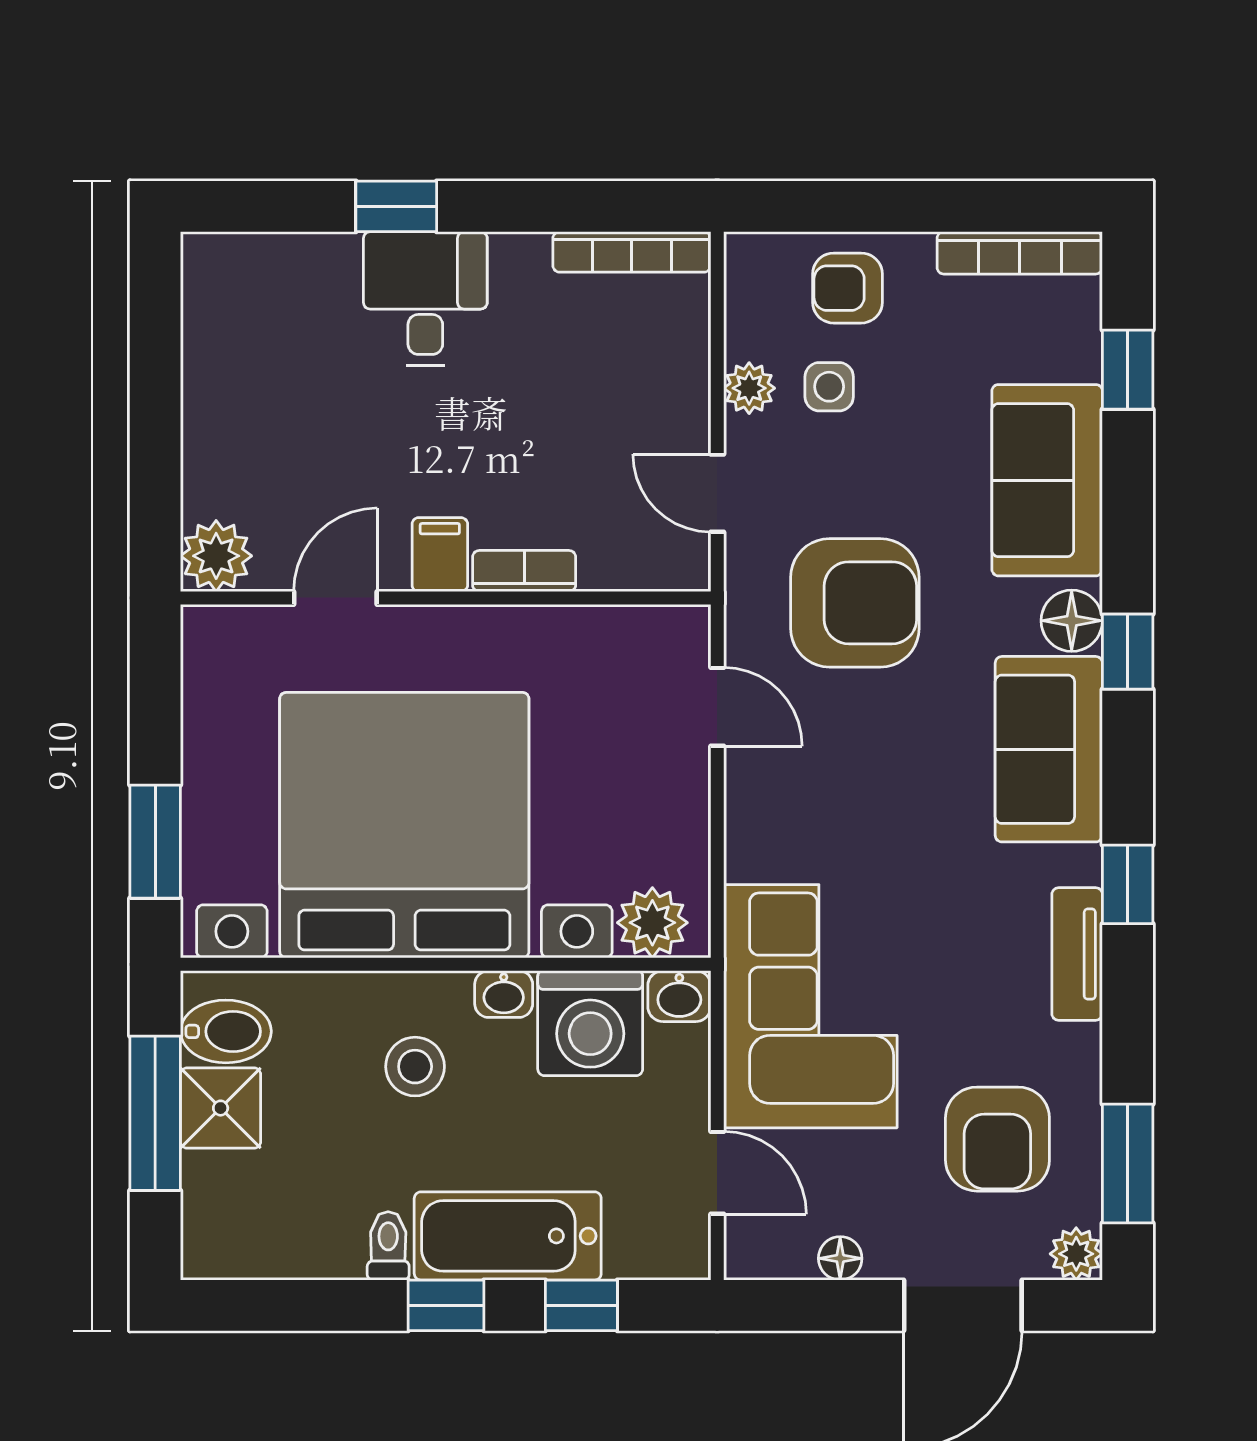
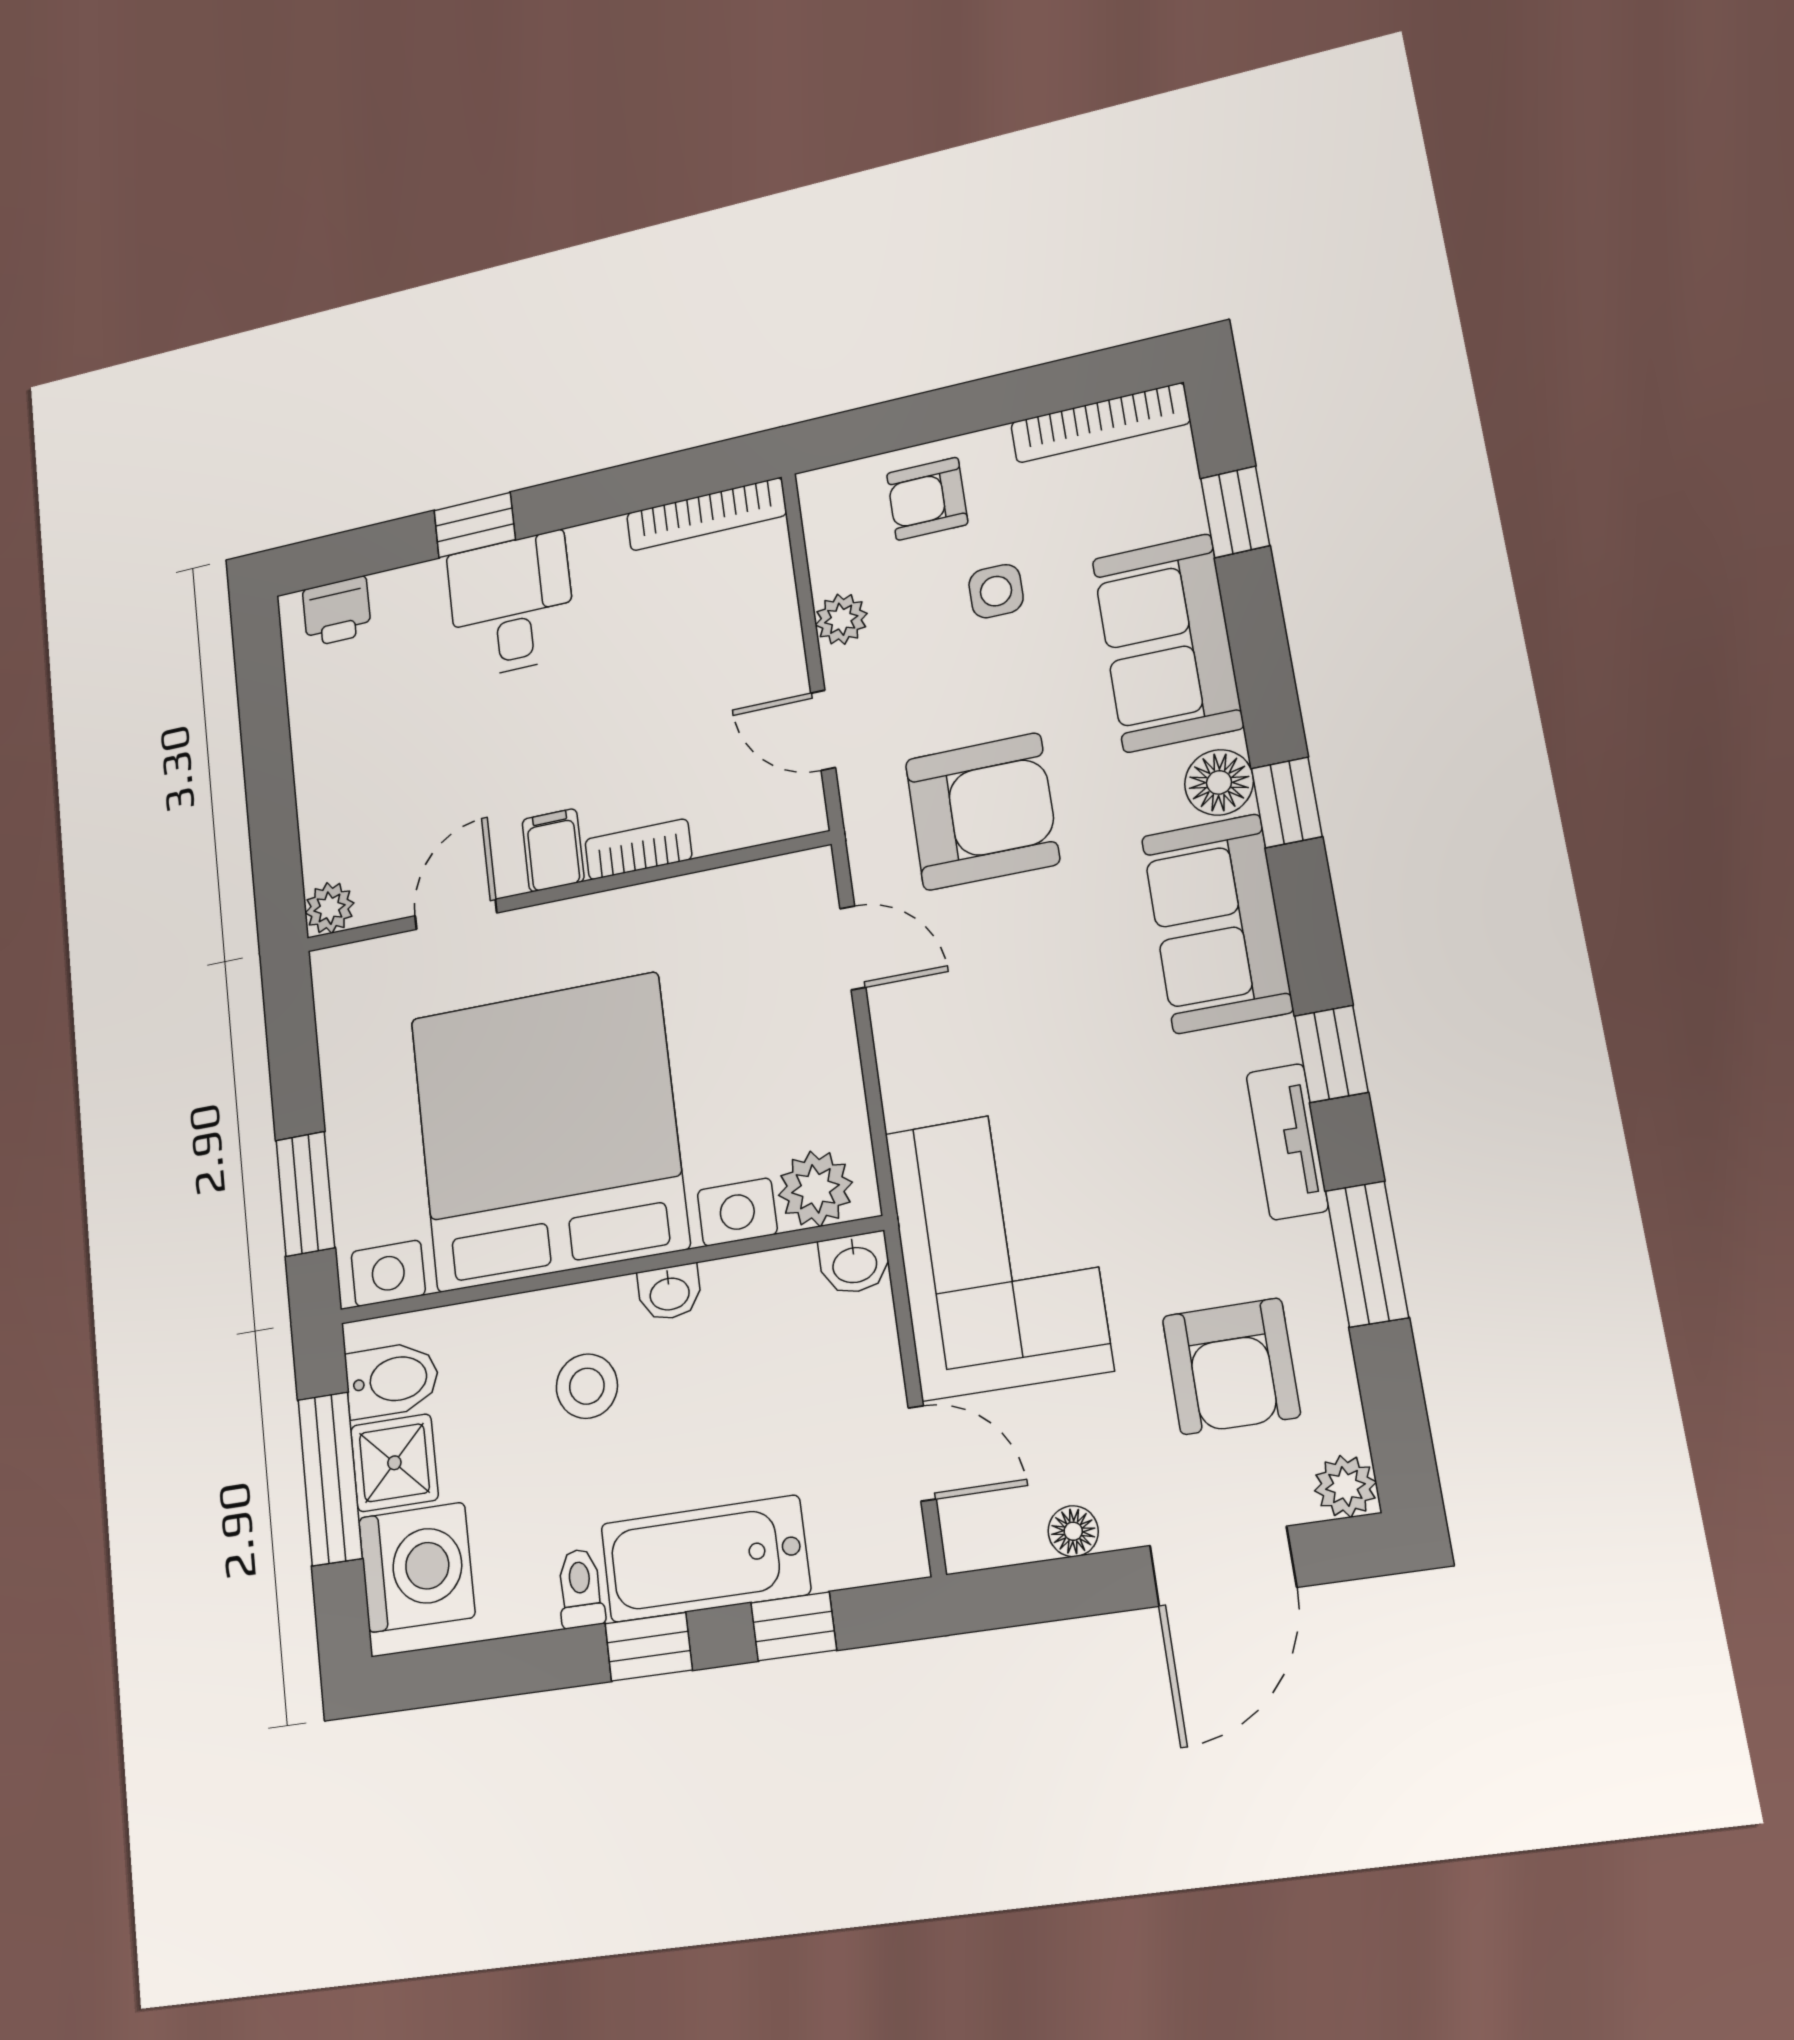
printer: (243, 263) -> (337, 612), added
side table: (829, 387) -> (996, 591), moved
plant: (216, 556) -> (329, 908), width x0.73, depth x0.73
washing machine: (590, 1023) -> (417, 1567), moved, turned -90
window: (1128, 1164) -> (1367, 1254), moved

